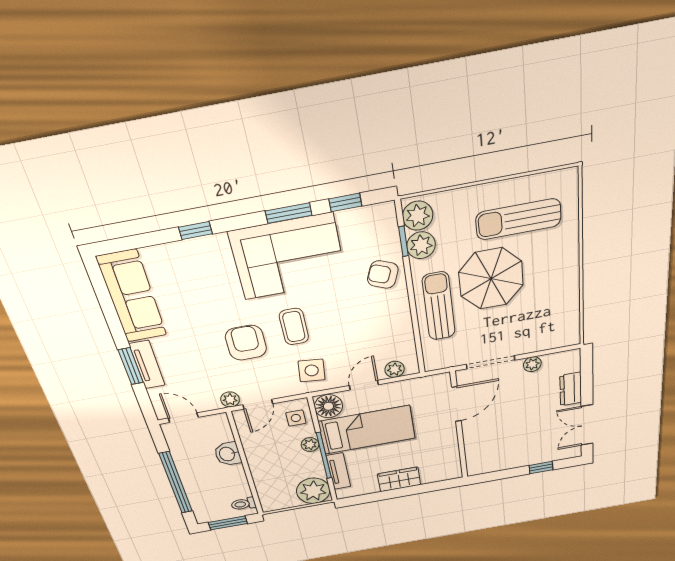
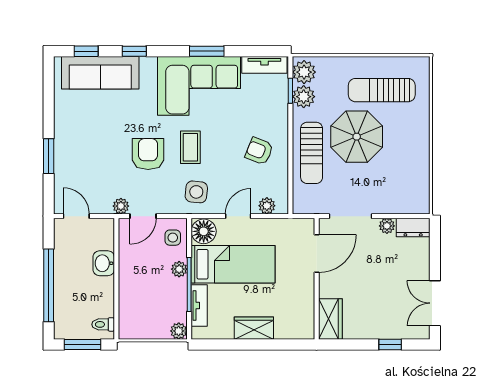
window: (345, 203) -> (86, 51), moved
armchair: (383, 275) -> (259, 151), moved
sofa: (132, 297) -> (100, 73), moved, turned 90
sun lounger: (439, 306) -> (312, 153), turned 180
tv unit: (147, 365) -> (264, 65), moved, turned 90
dresser: (571, 389) -> (413, 228), moved, turned -90
wardrobe: (477, 458) -> (330, 319), added
plant: (313, 491) -> (179, 331), width x0.53, depth x0.53

